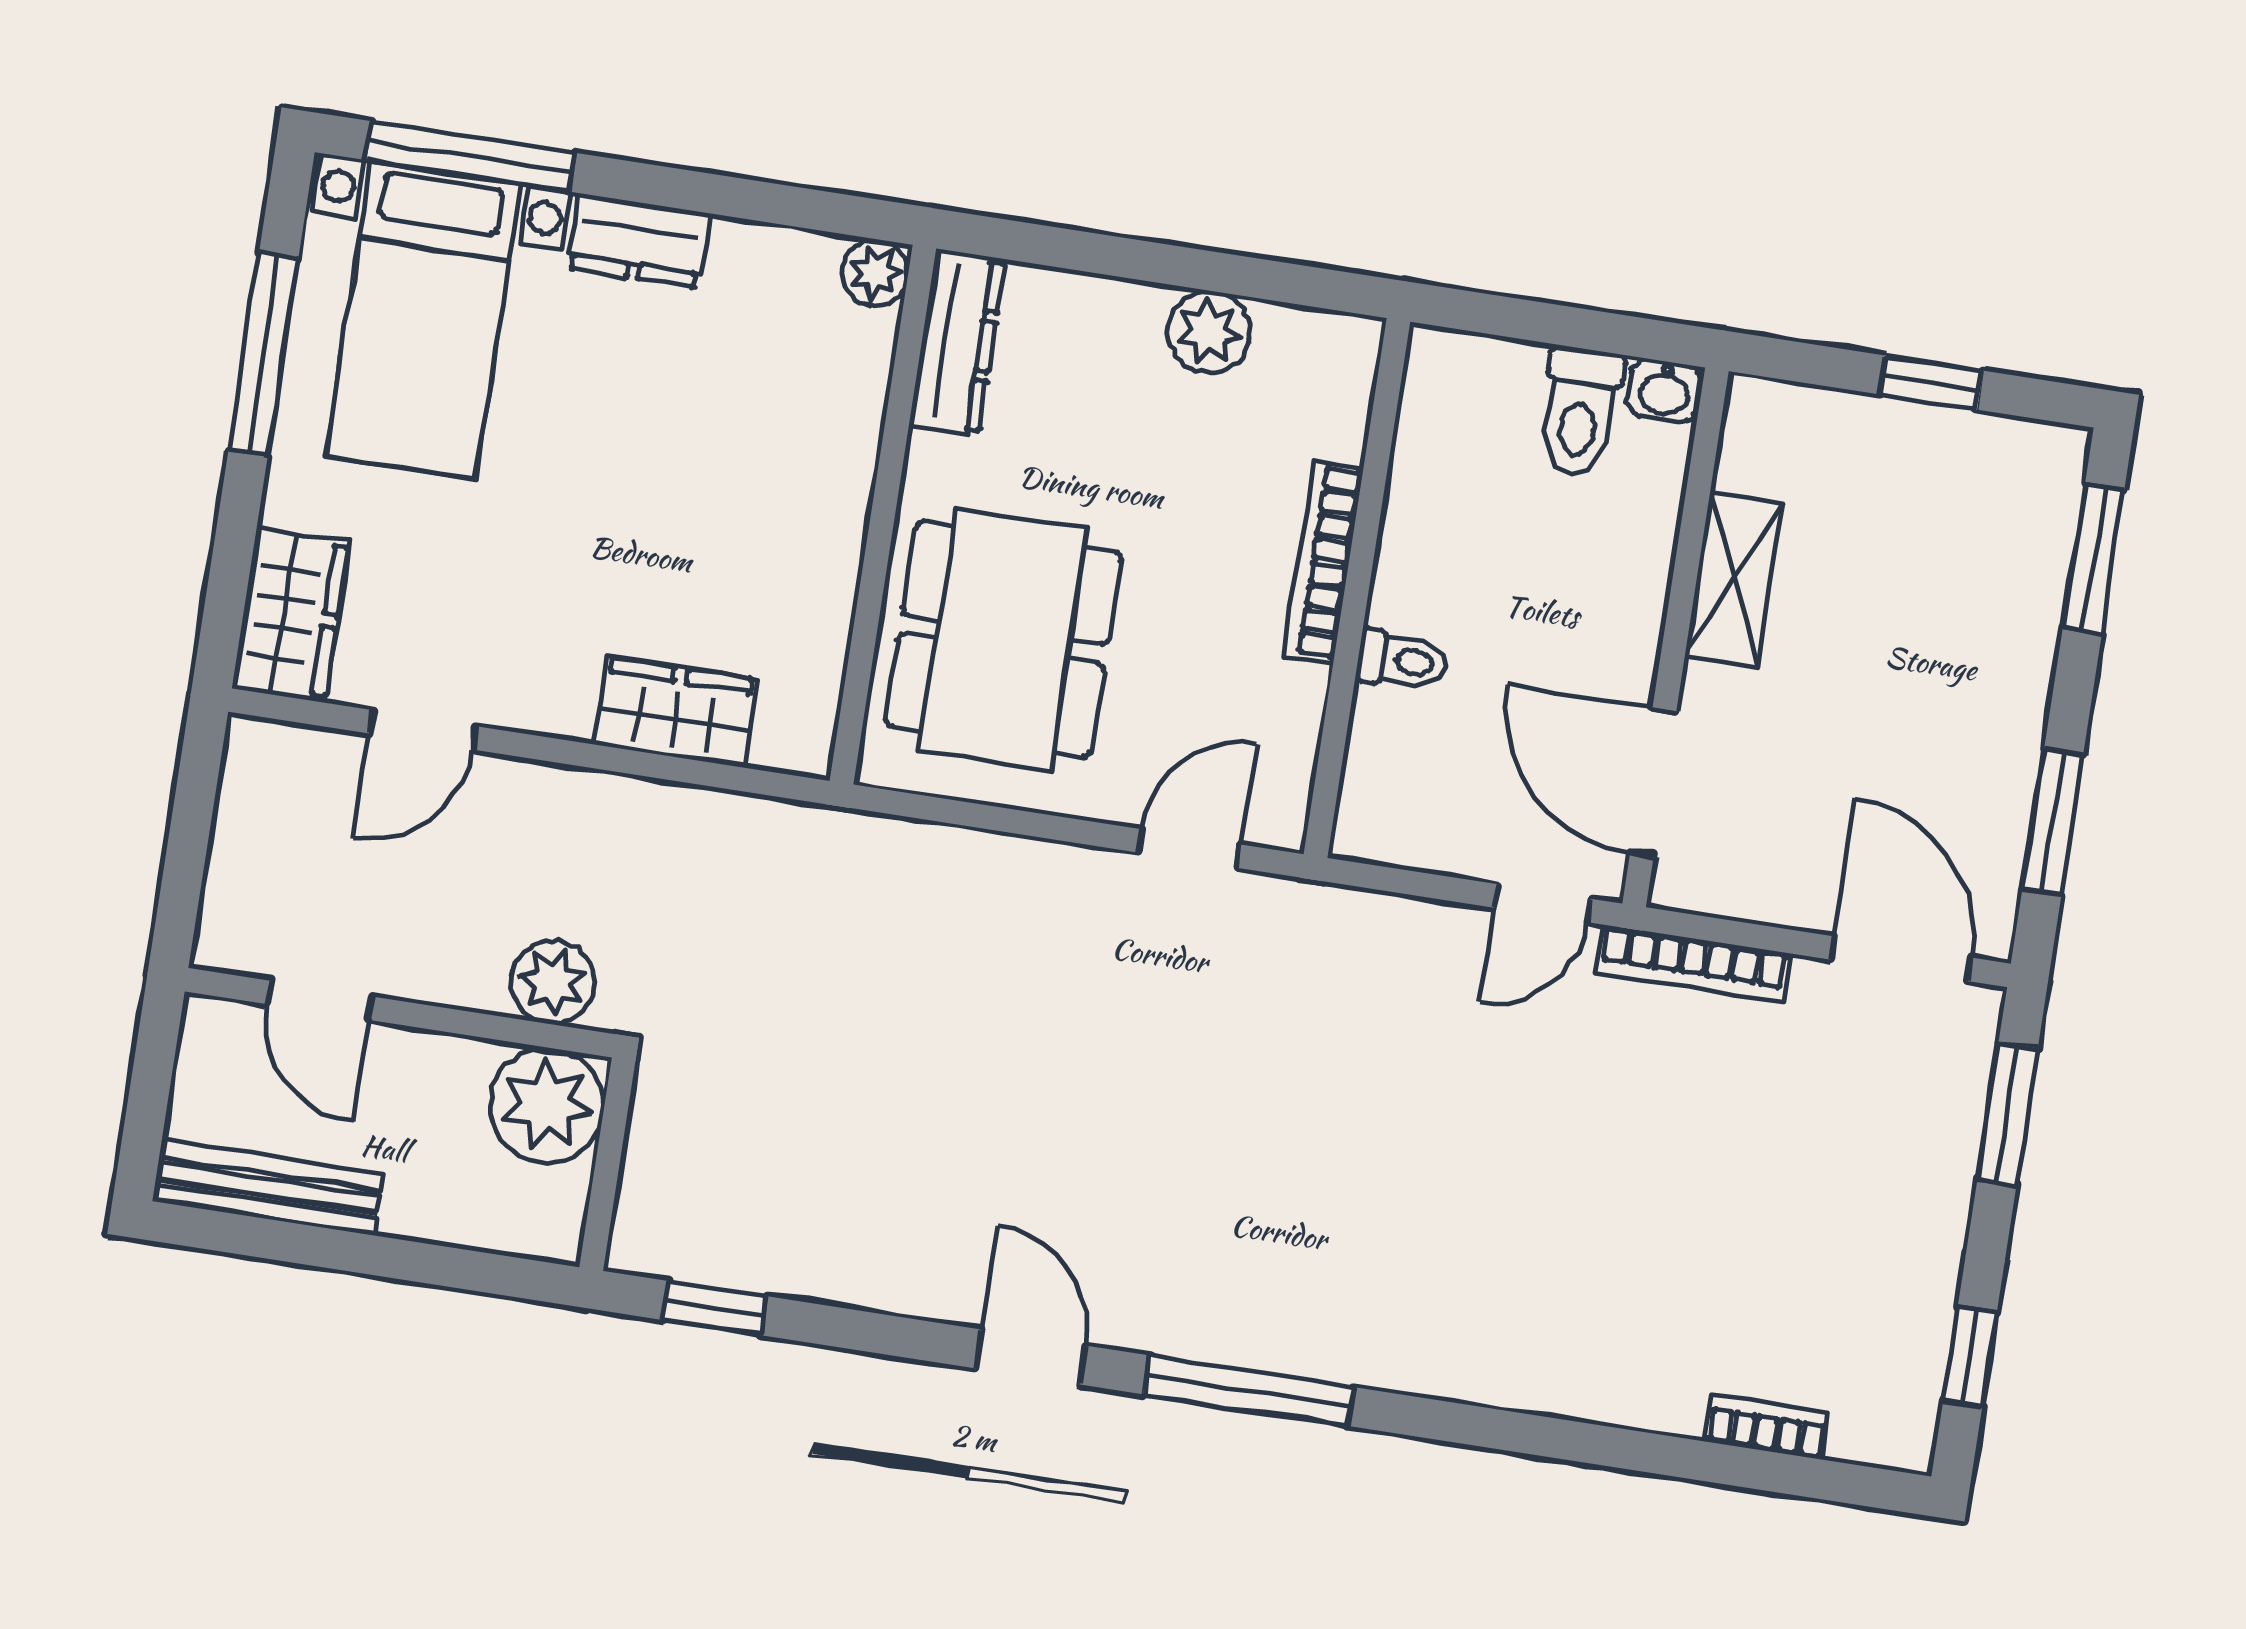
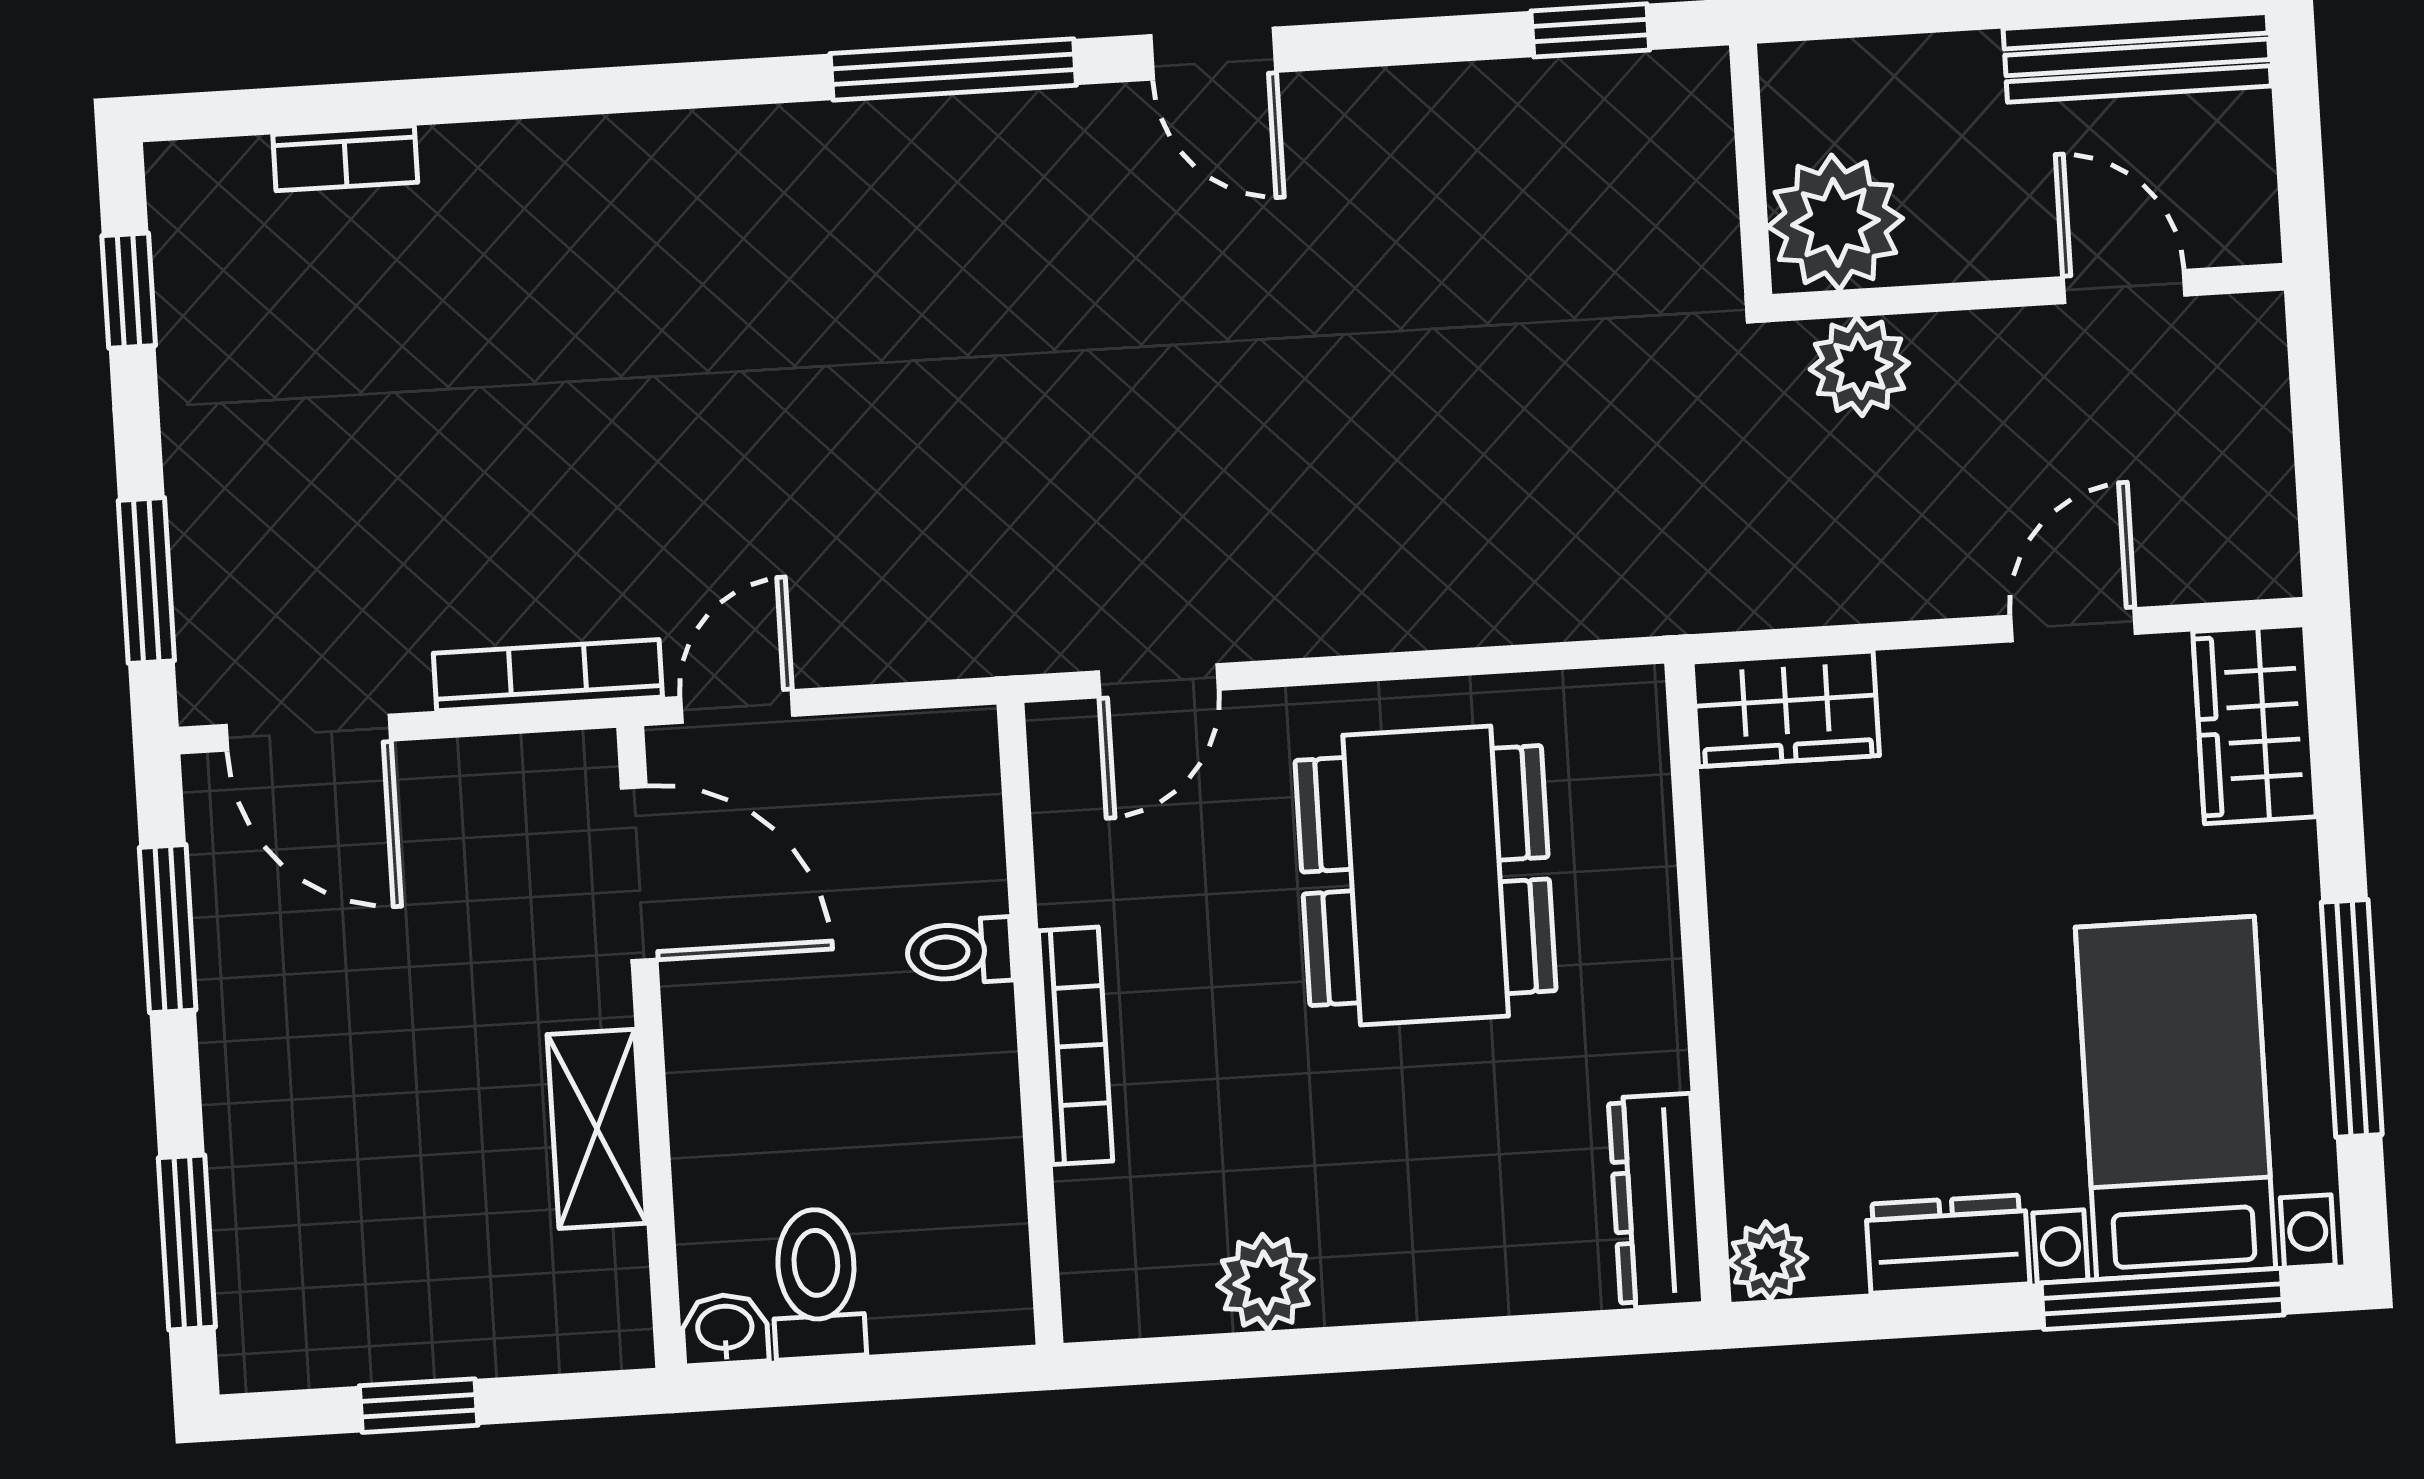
plant: (875, 272) -> (1768, 1261), moved
dresser: (957, 342) -> (1656, 1201), moved
wall: (883, 515) -> (1698, 983), moved

